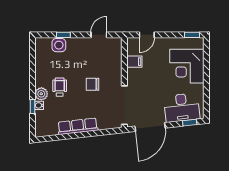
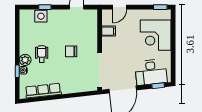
row of seats: (78, 126) -> (43, 91), moved

